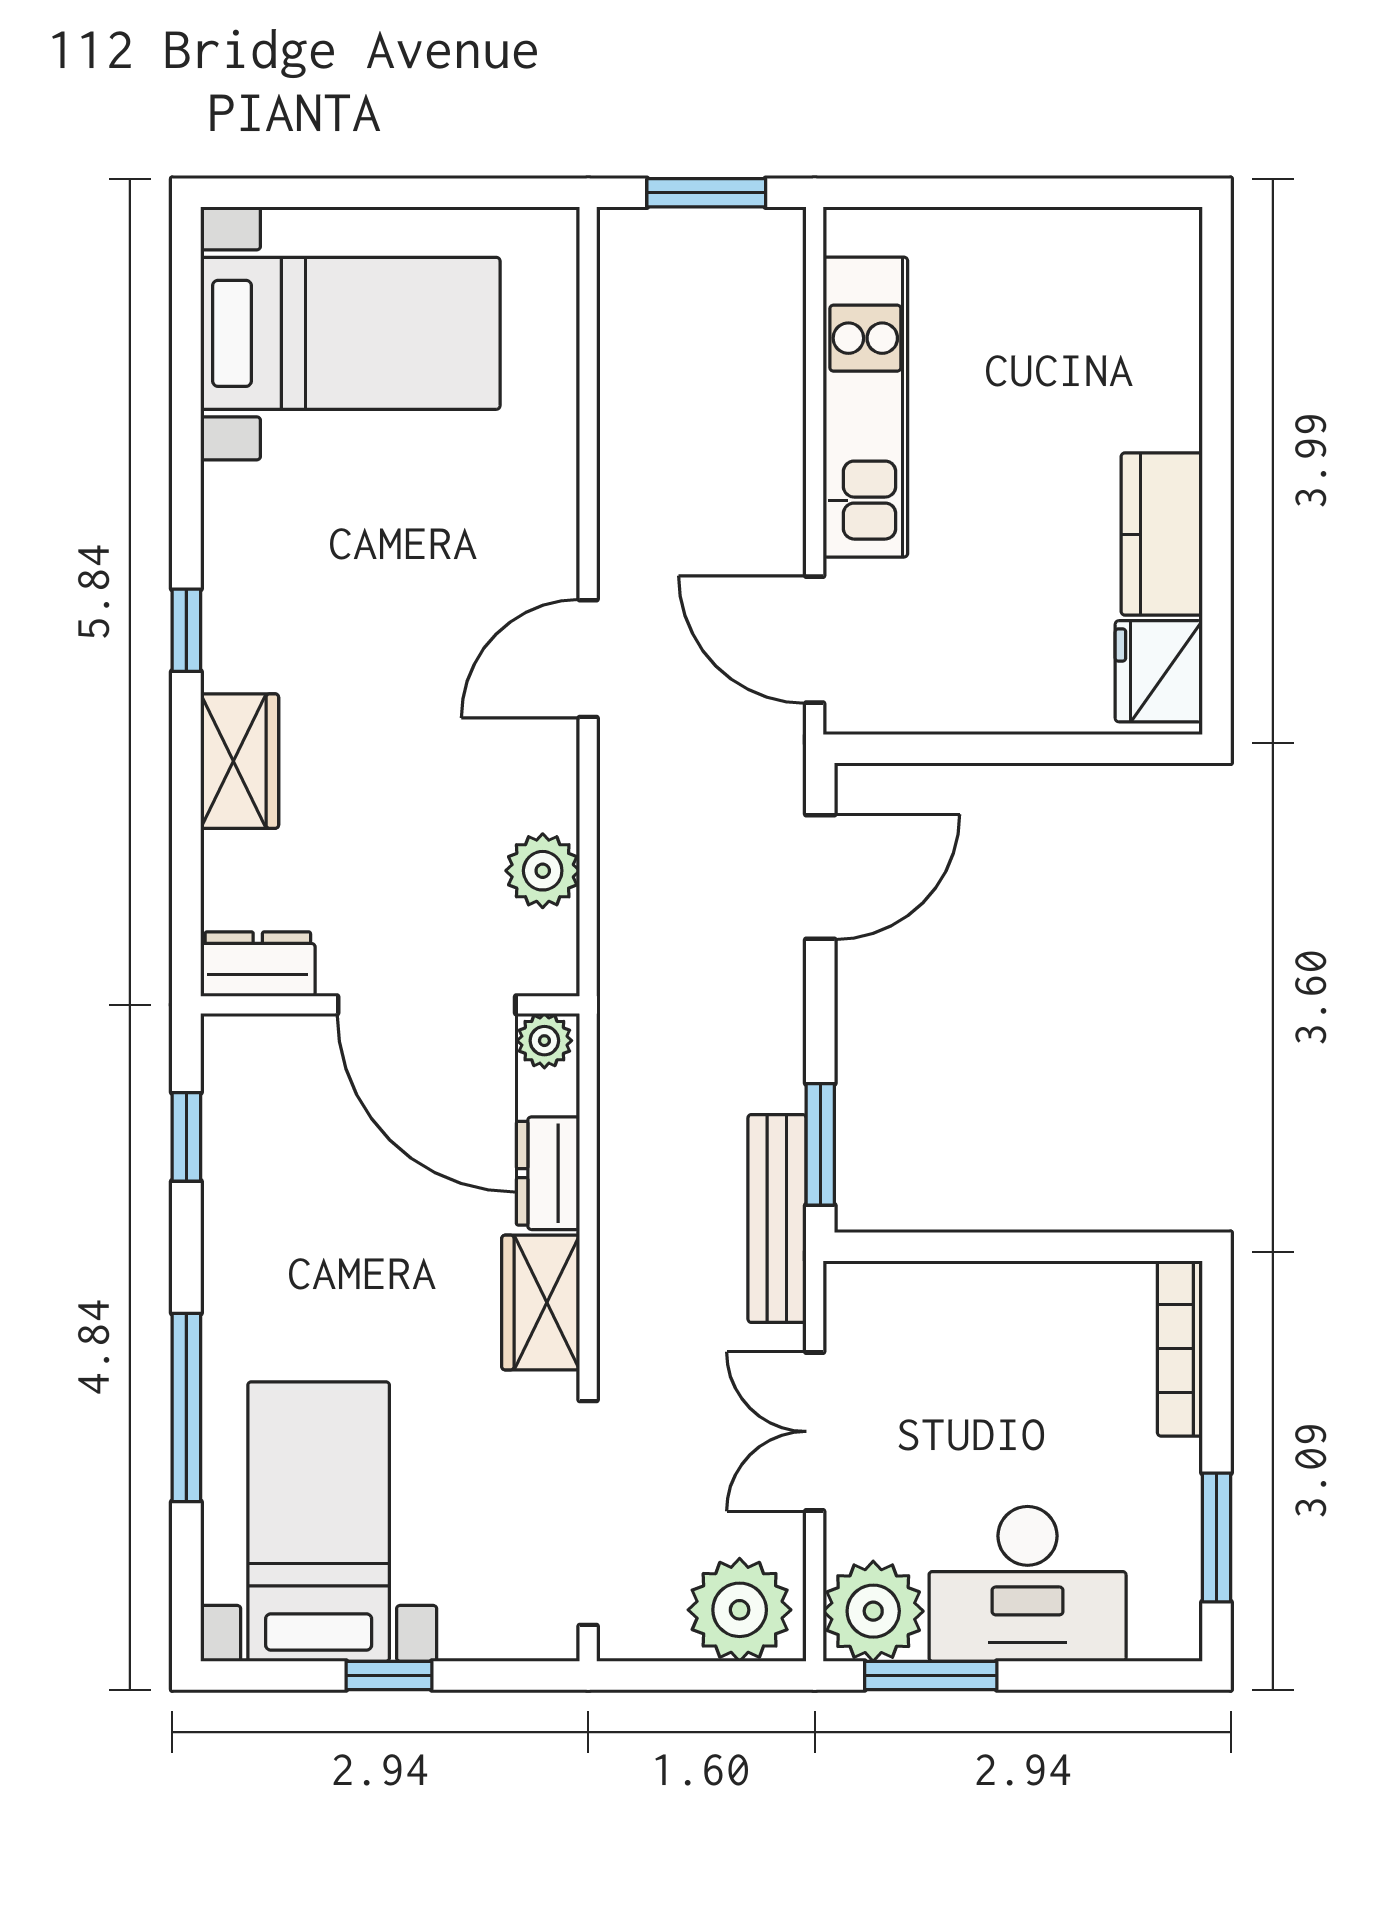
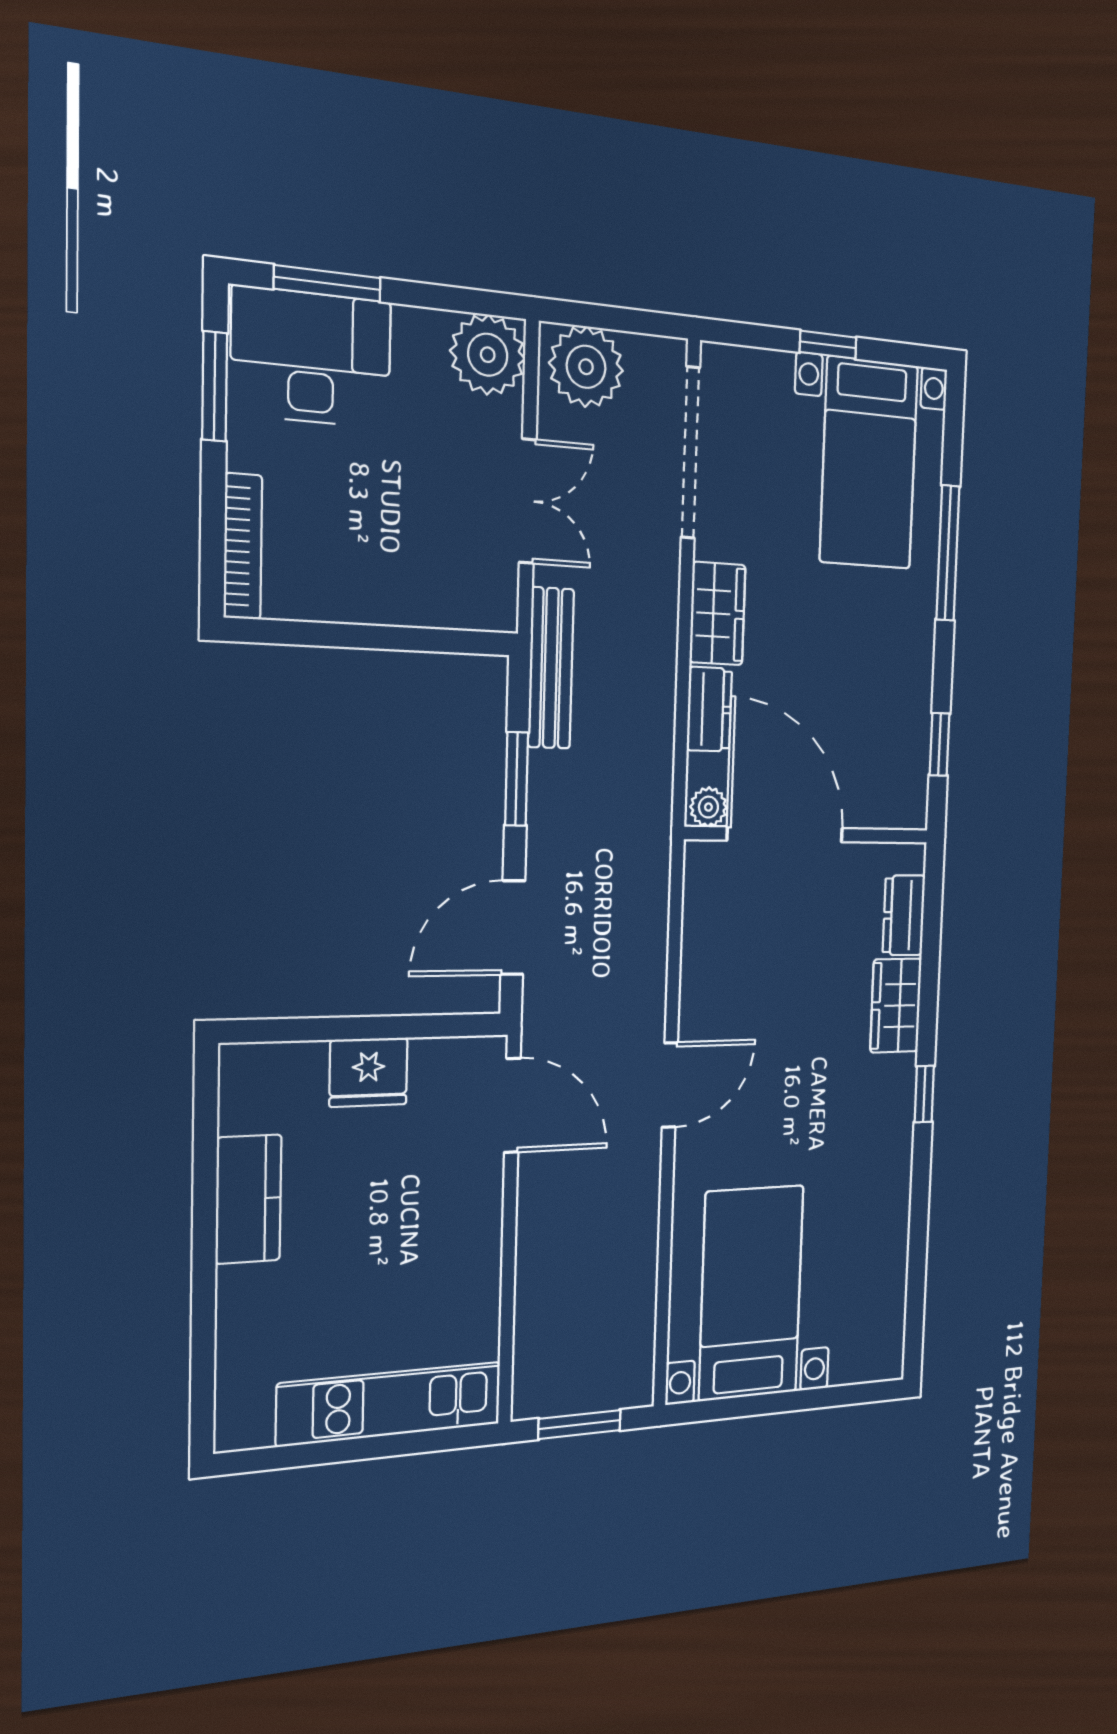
bed with nightstands: (350, 333) -> (751, 1293), moved, turned 90
kitchen unit: (865, 407) -> (390, 1404), moved, turned 90
fridge: (1159, 671) -> (368, 1072), moved, turned 90
plant: (543, 871) -> (705, 931), removed
dresser: (258, 964) -> (904, 915), moved, turned 90
window: (820, 1144) -> (517, 779), moved
desk: (1028, 1584) -> (311, 358), moved
window: (931, 1675) -> (327, 283), moved

